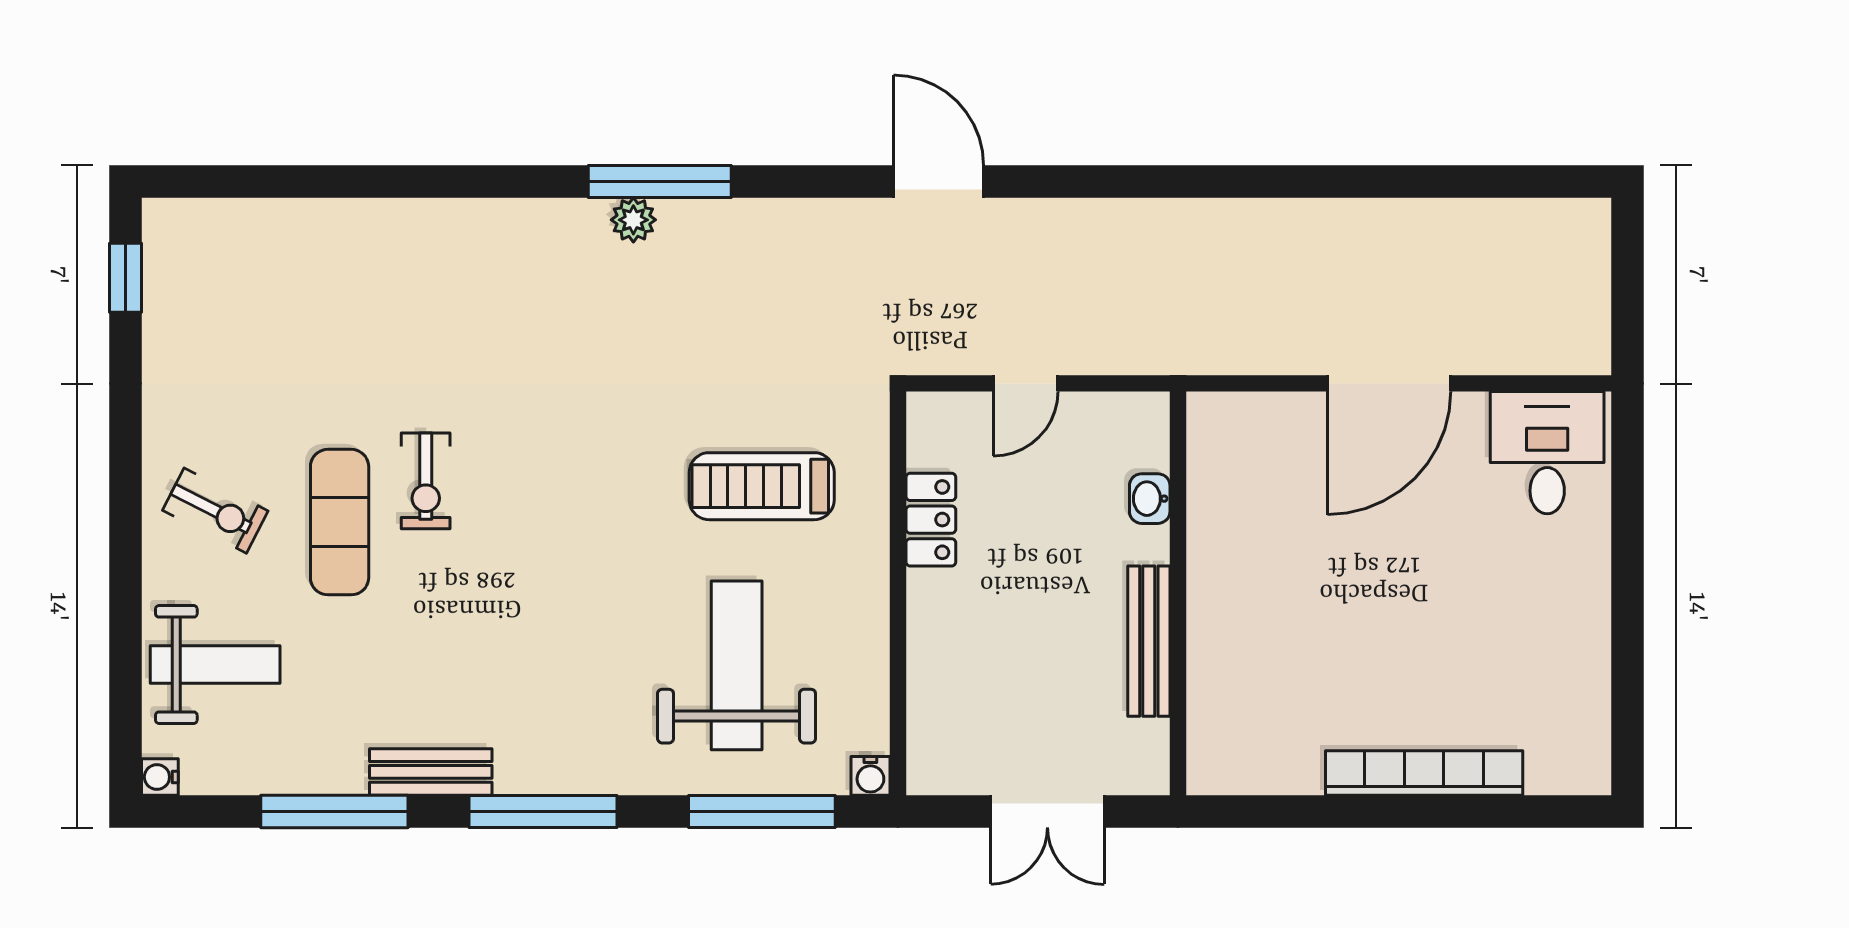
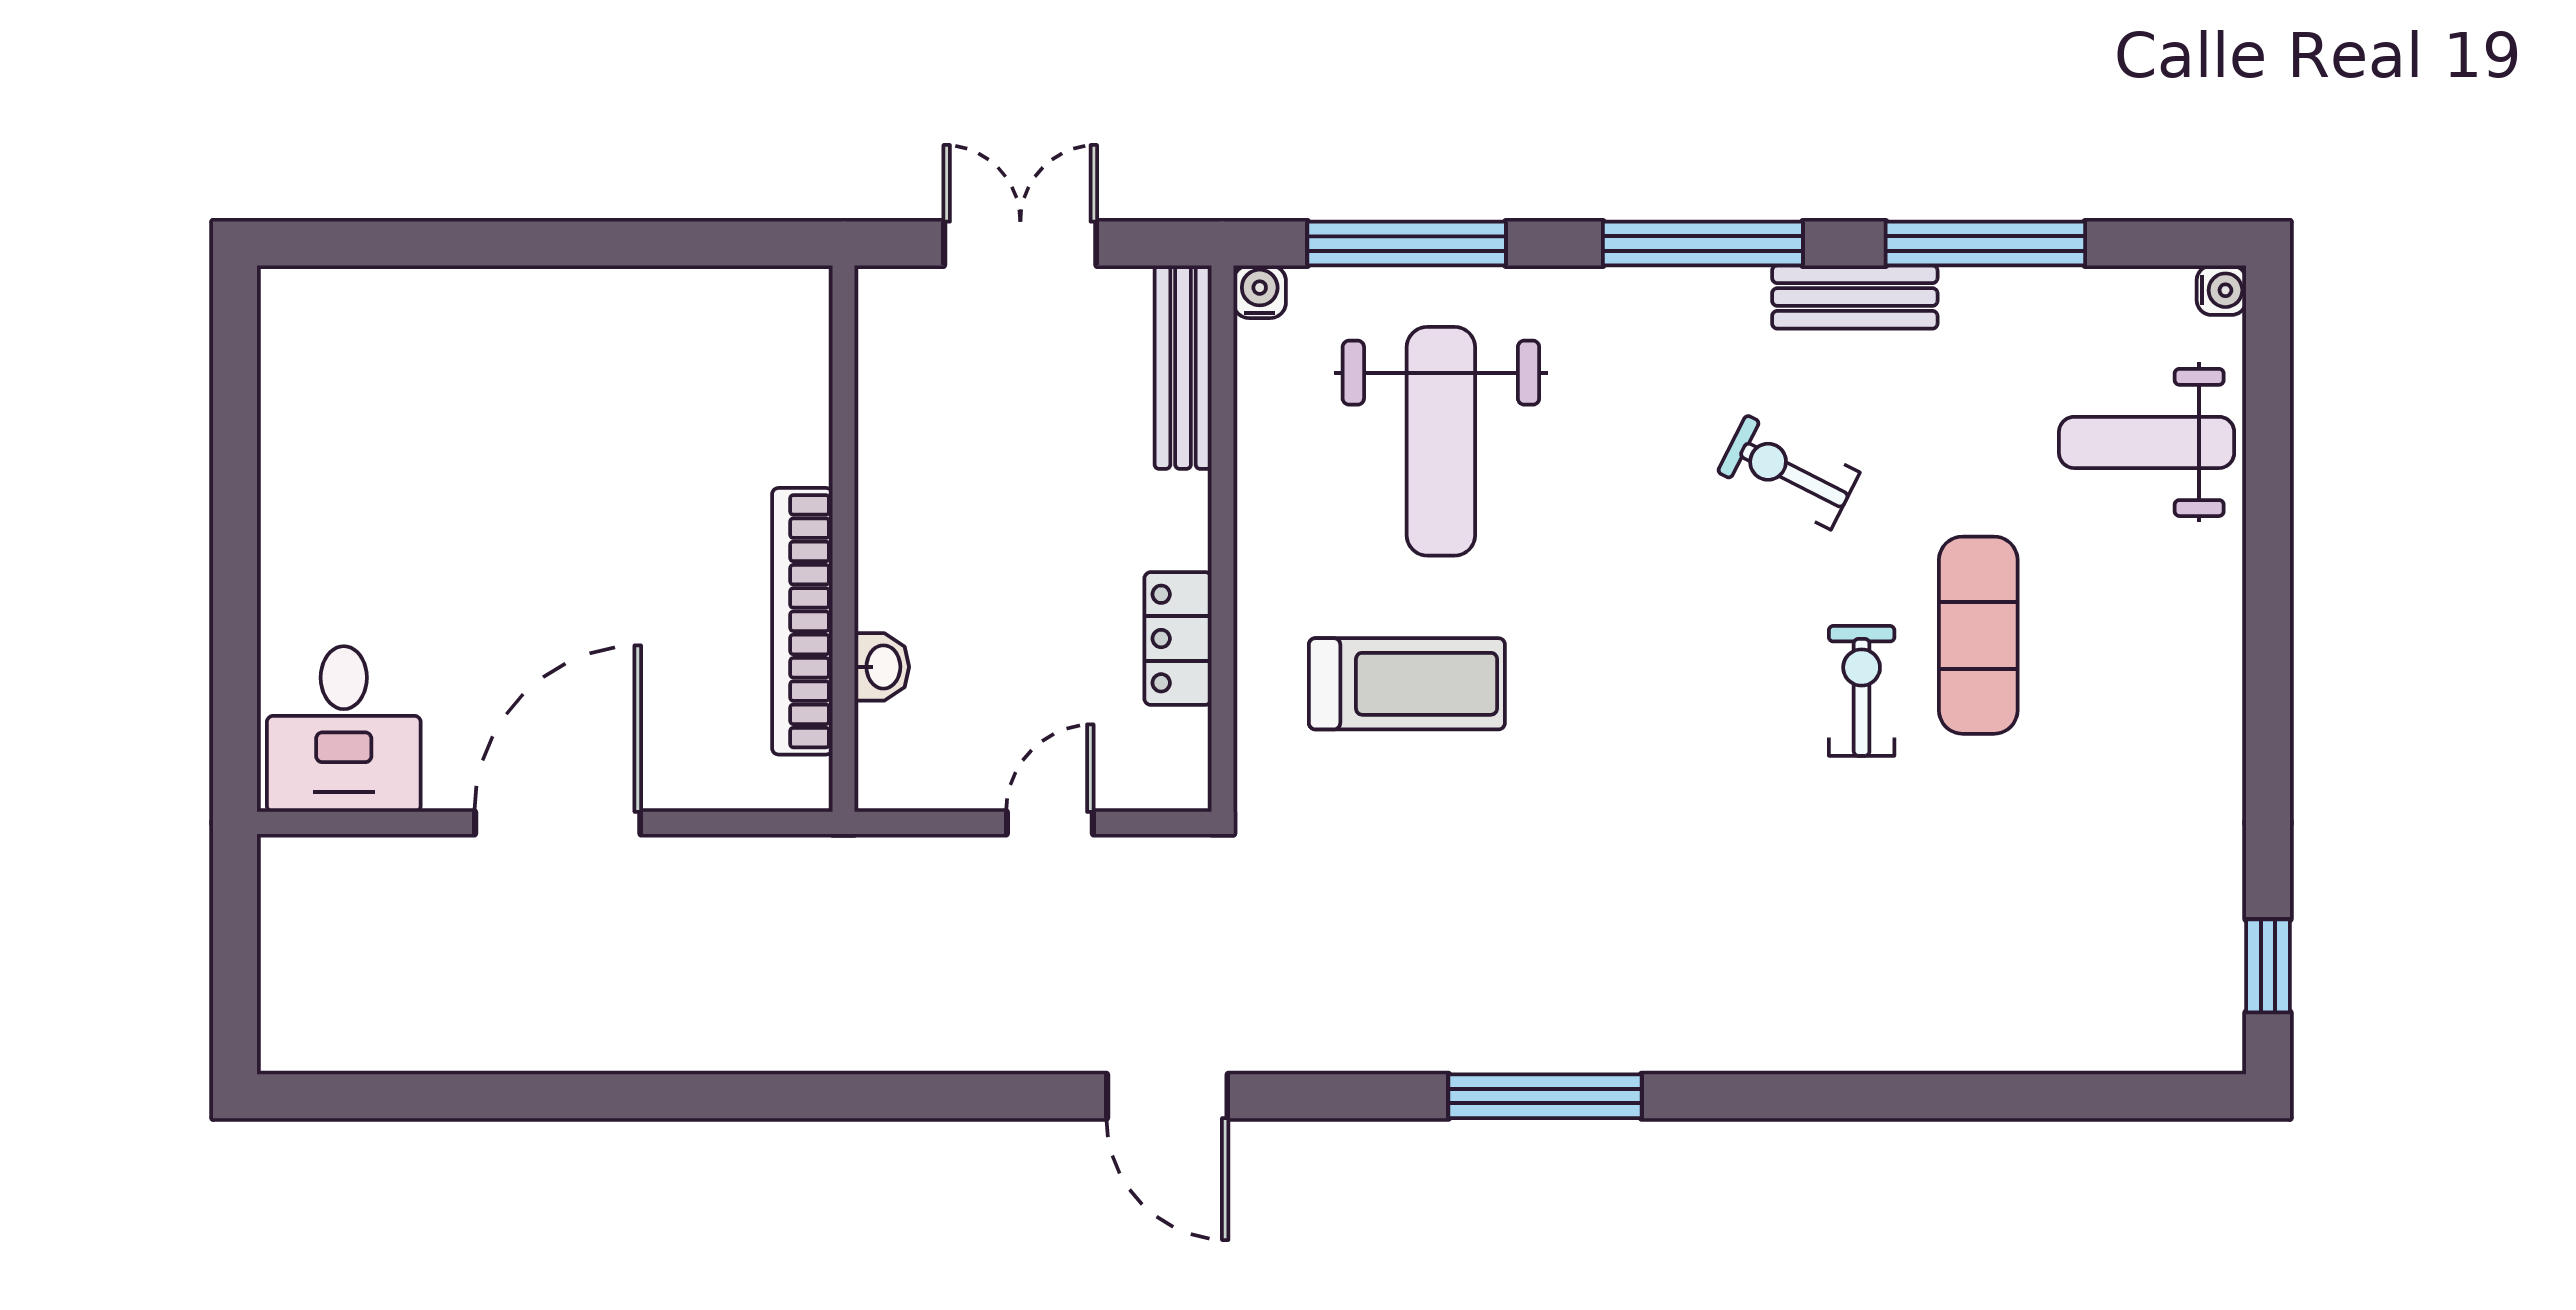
plant: (633, 220) -> (1581, 1044), removed
exercise bike: (215, 511) -> (1789, 472), moved
bench: (1149, 641) -> (1183, 367), moved
bookcase: (1424, 773) -> (802, 621), moved, turned 90

